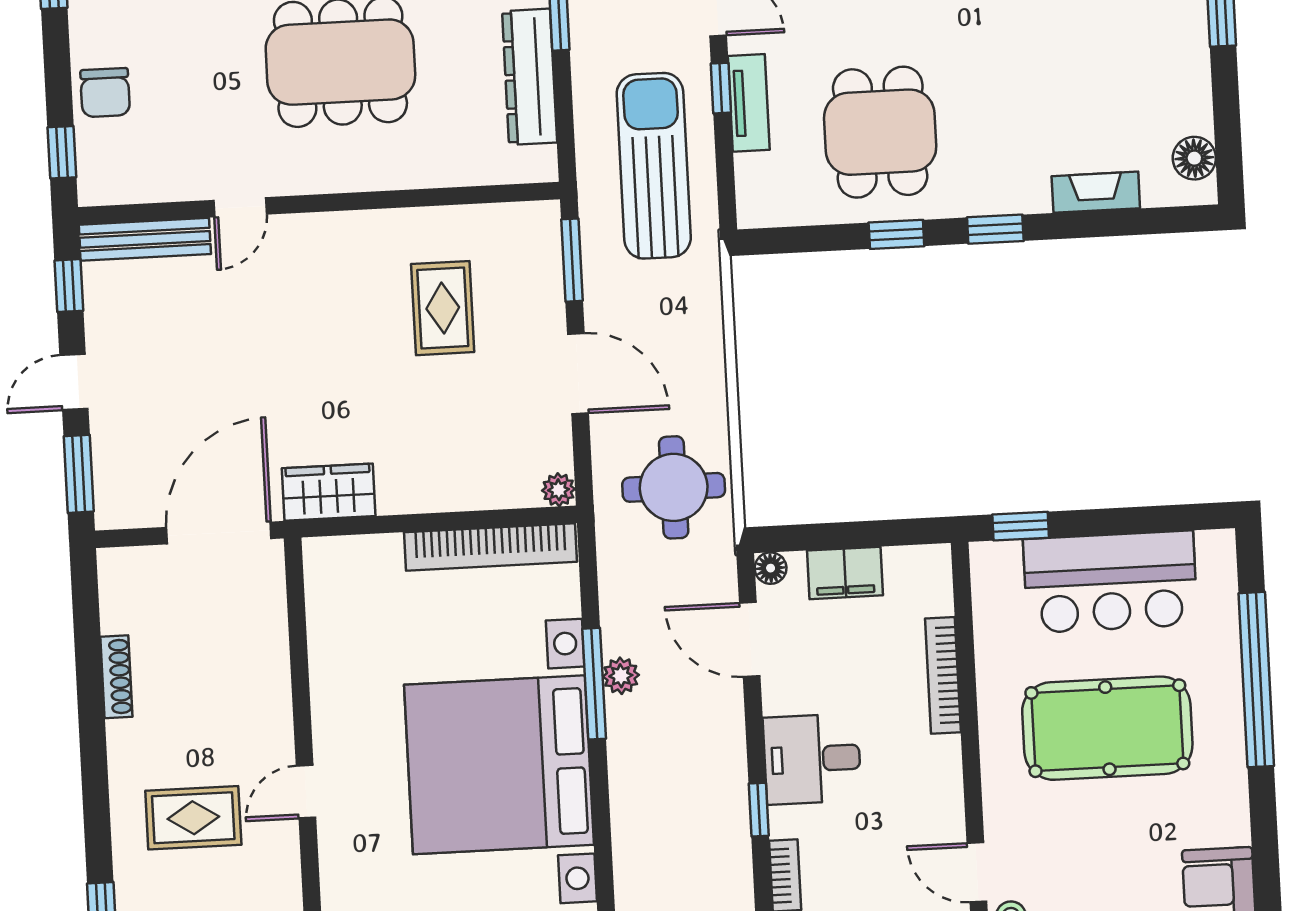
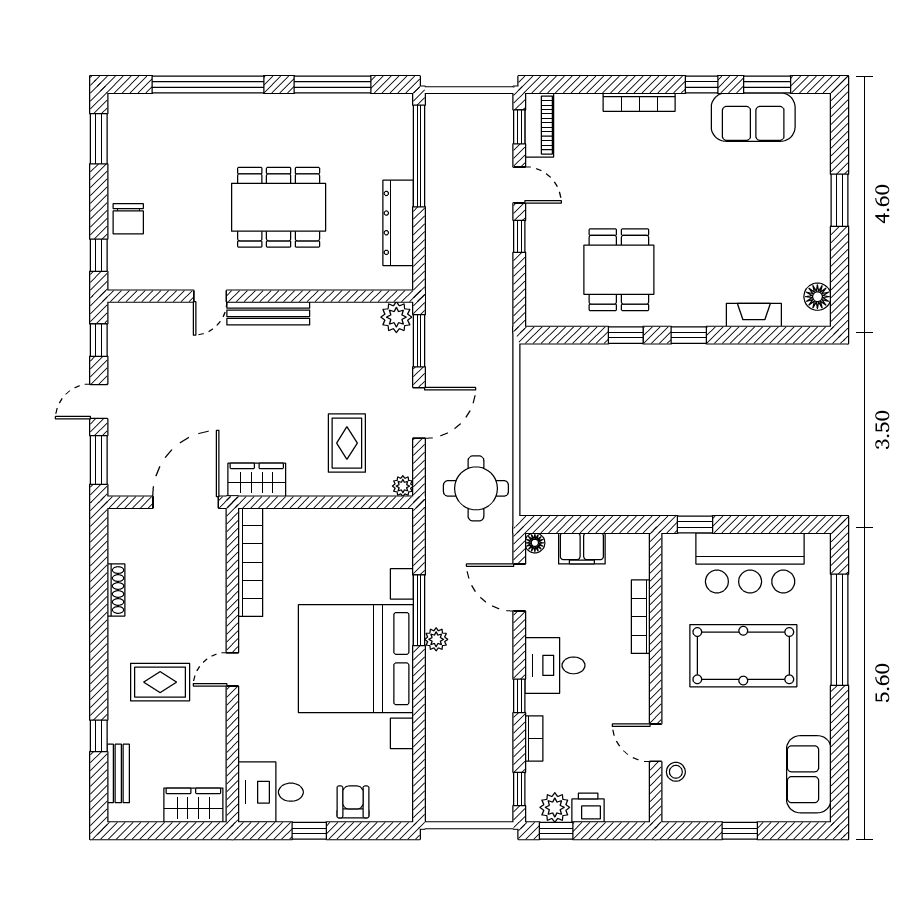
tv unit: (749, 103) -> (536, 247), removed
sun lounger: (654, 166) -> (474, 284), removed
plant: (534, 225) -> (396, 317), added
bench: (145, 239) -> (268, 313), moved
rug: (443, 308) -> (347, 443), moved
door: (578, 374) -> (419, 413), hinge flipped
bookcase: (490, 547) -> (250, 562), moved, turned -90
plant: (621, 676) -> (436, 639), moved

